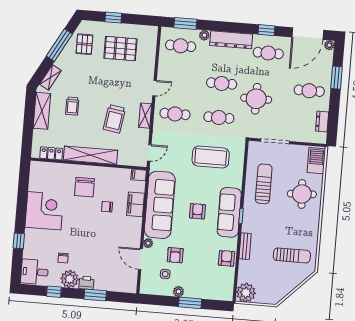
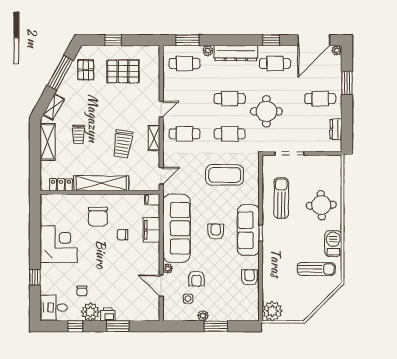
barbecue: (316, 161) -> (333, 243), moved
bench: (245, 246) -> (267, 263), removed

